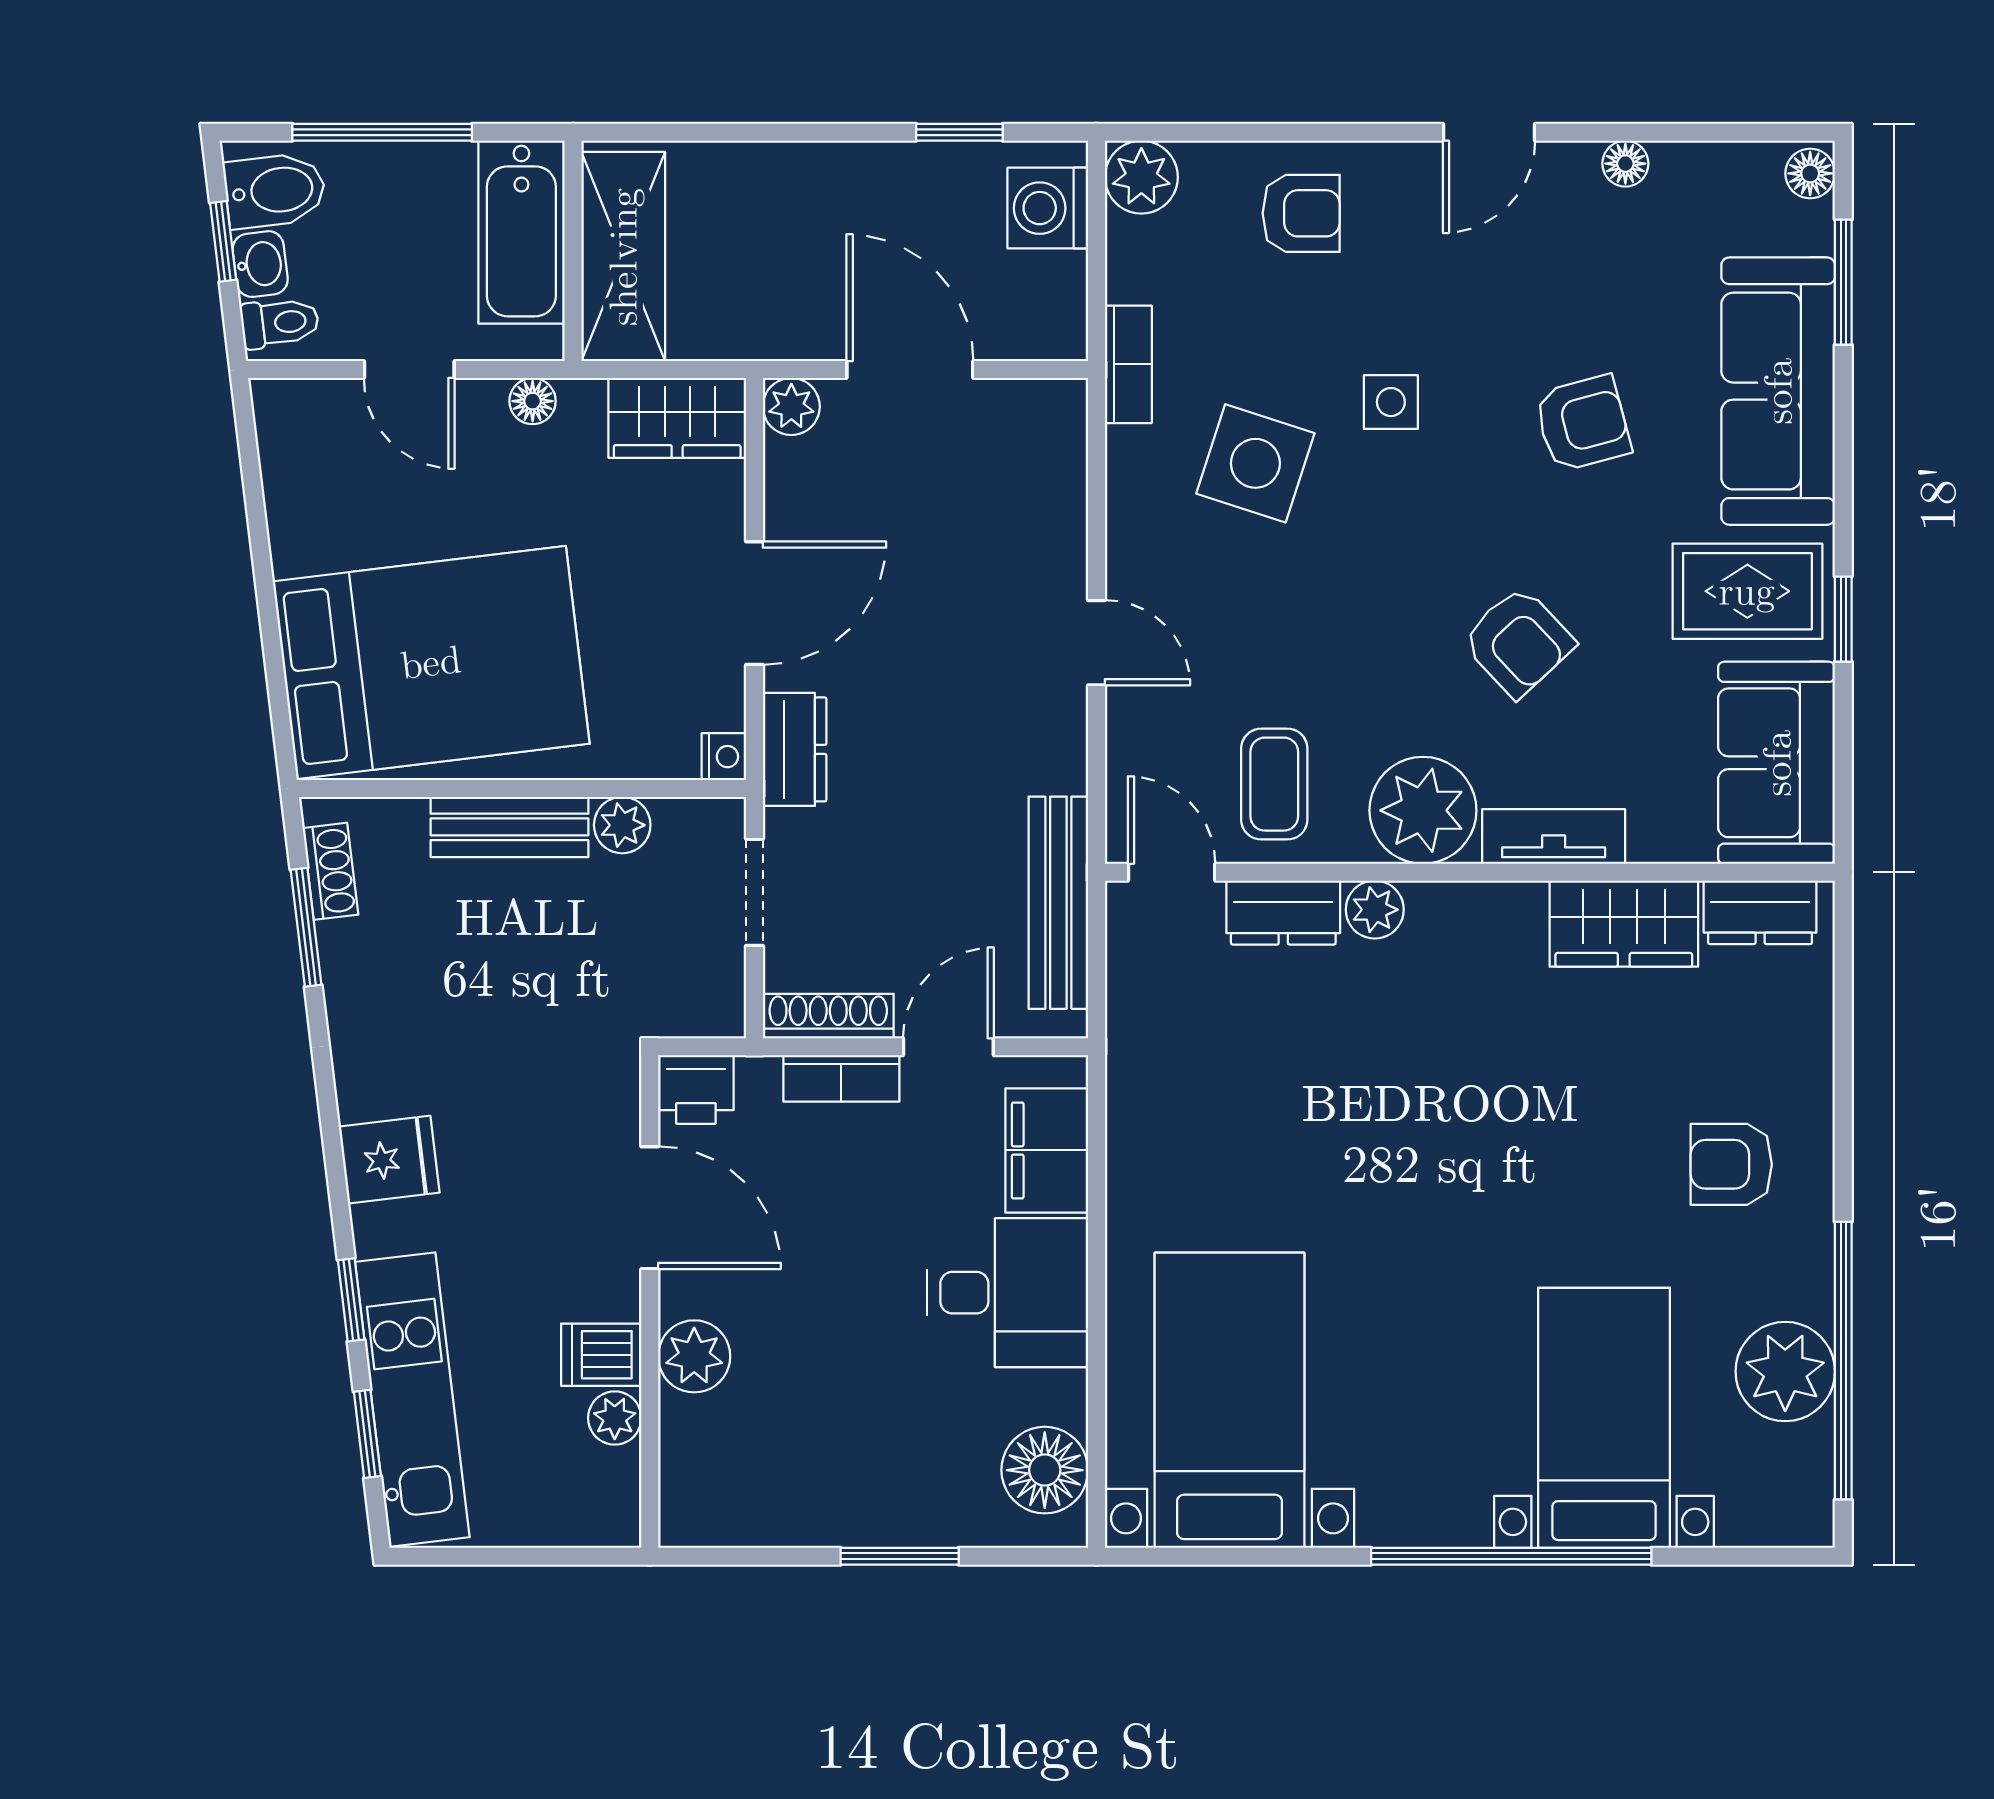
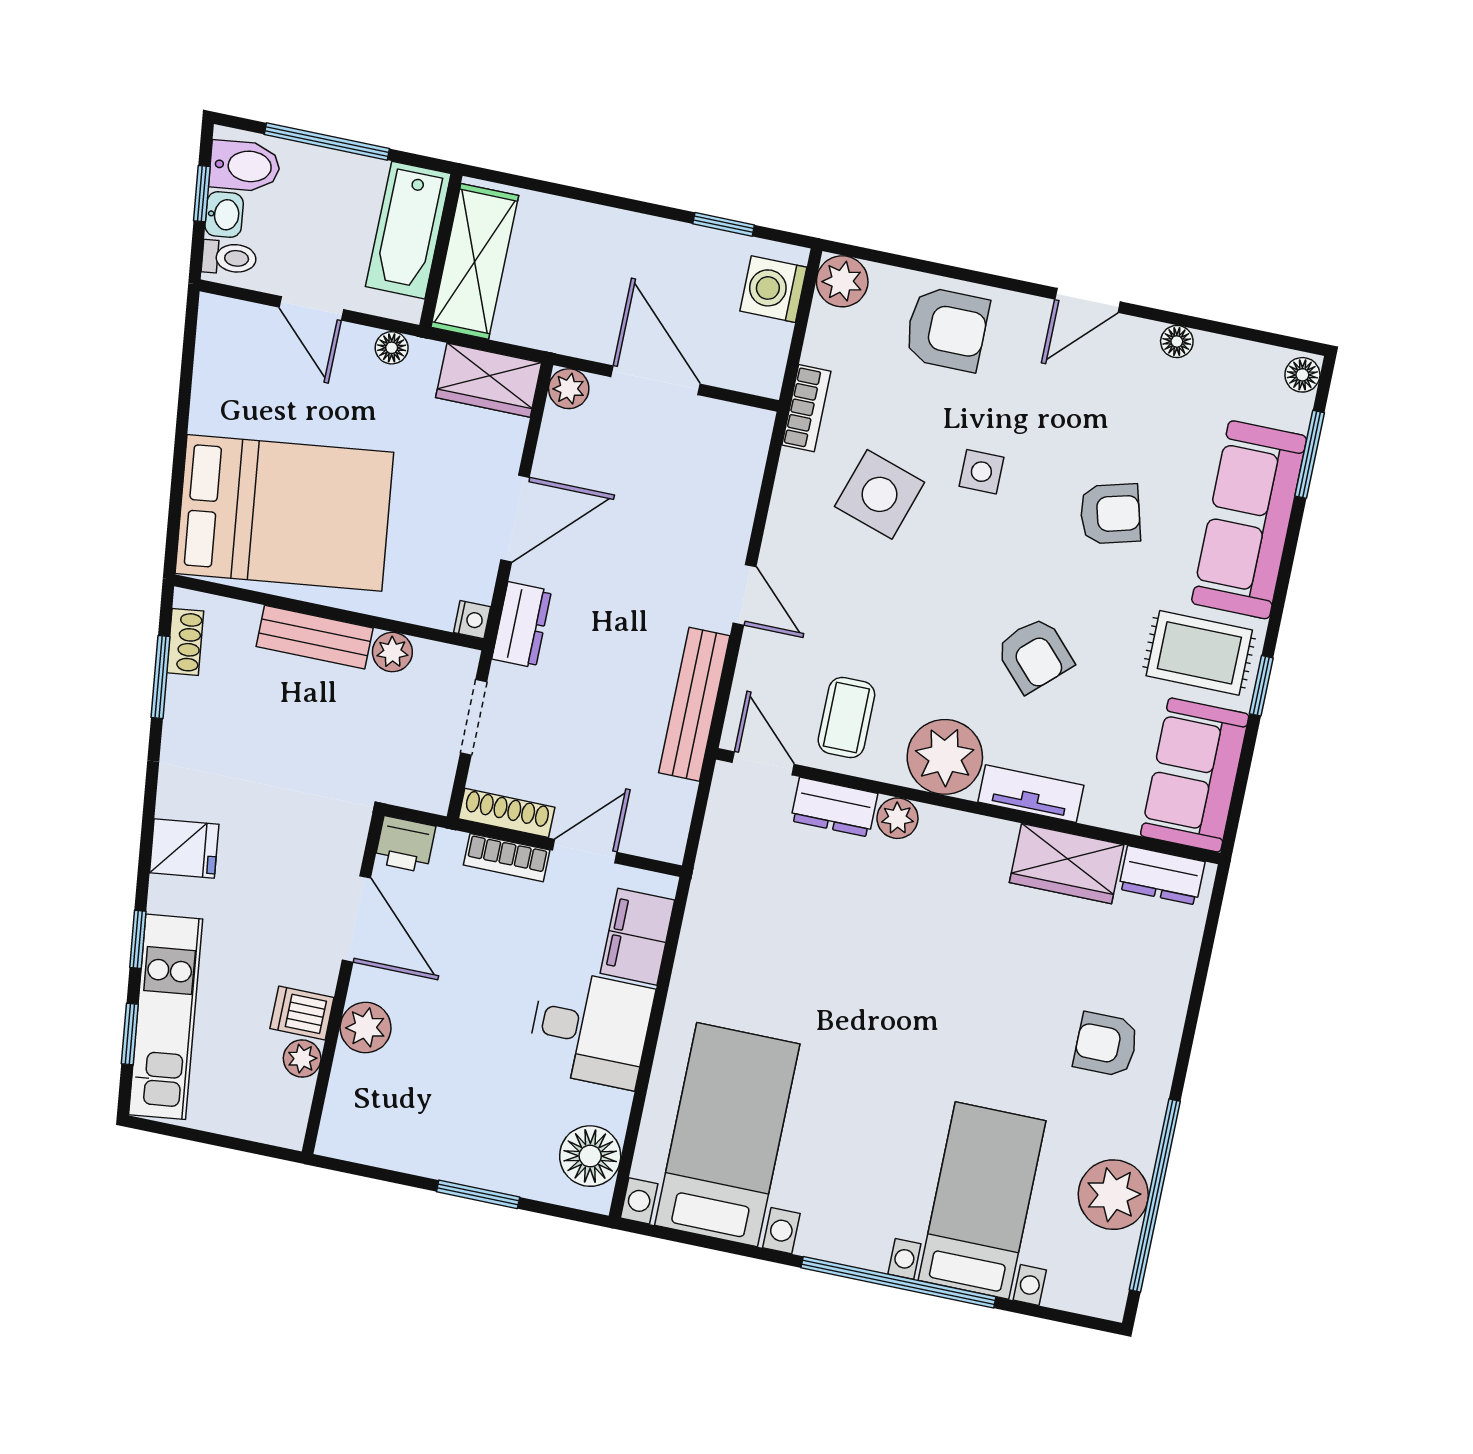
armchair: (1301, 213) -> (947, 329), width x1.38, depth x1.38
bench: (1058, 903) -> (694, 704), moved

